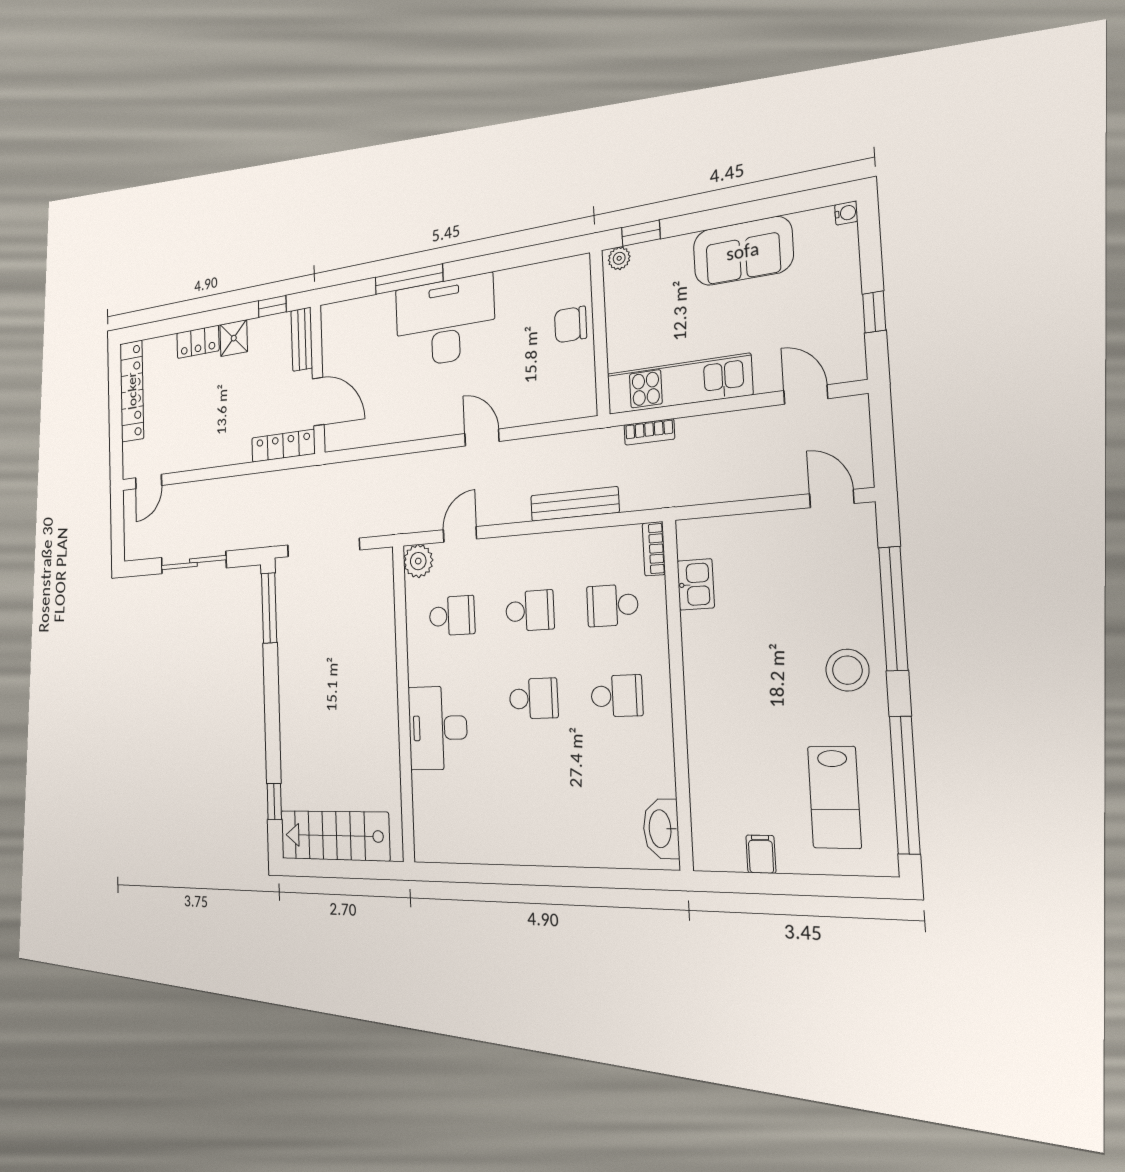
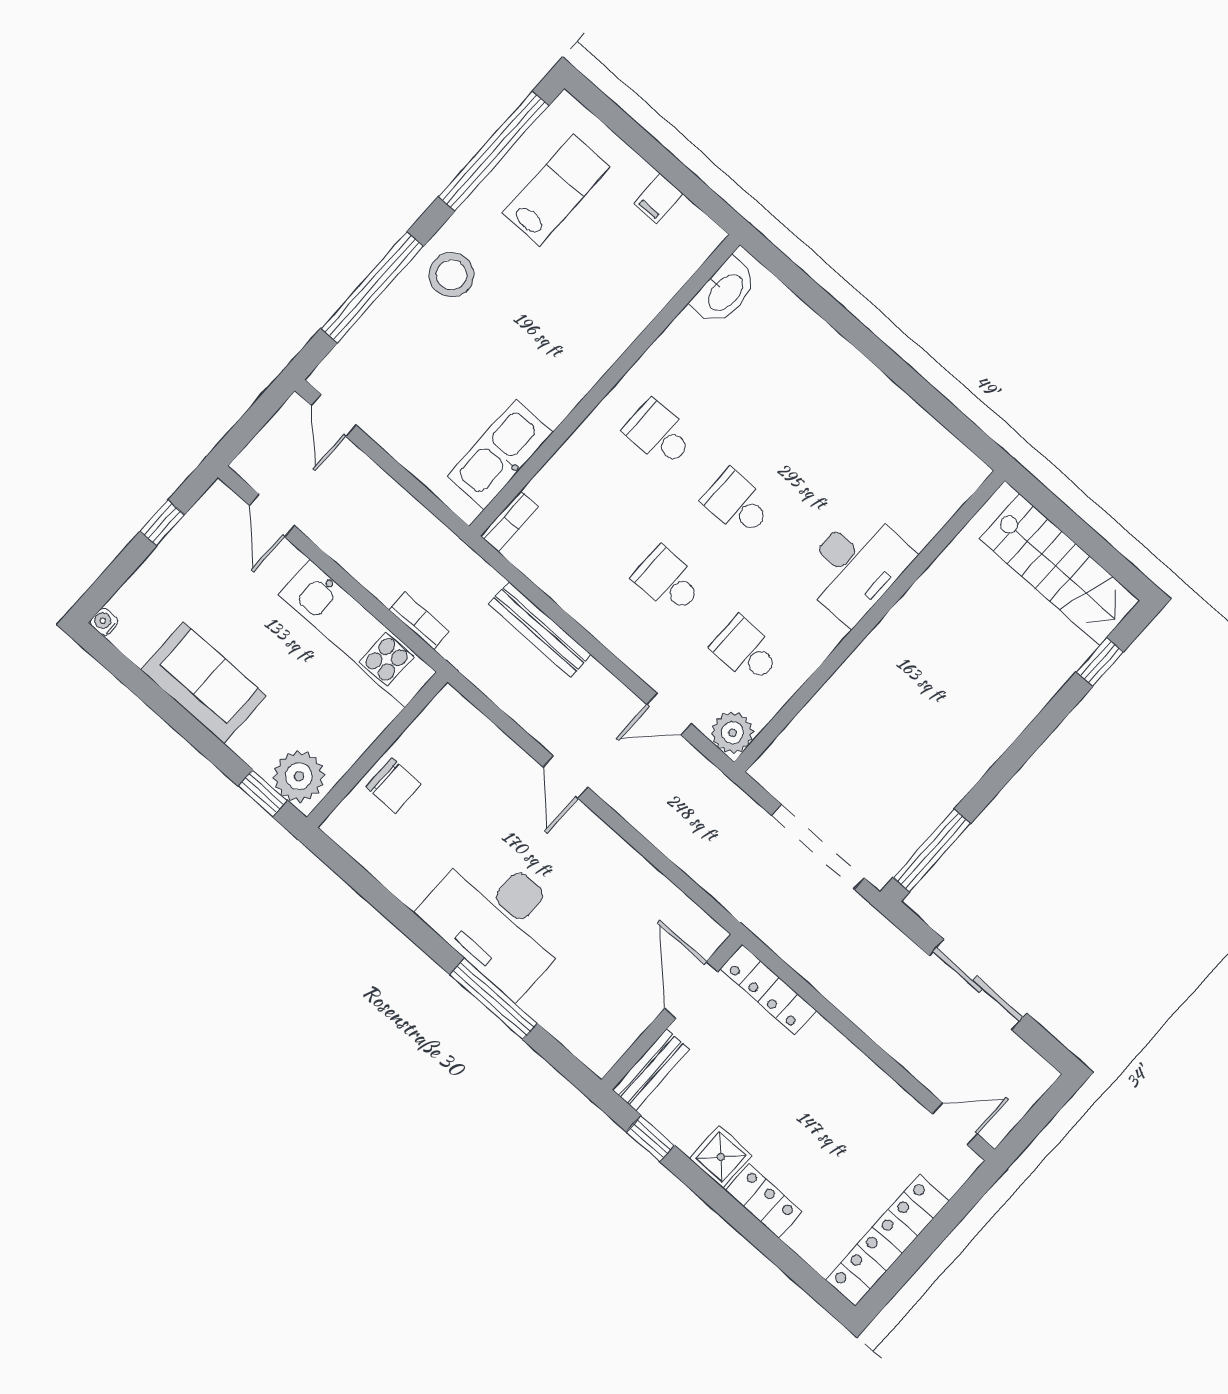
plant: (619, 258) -> (299, 776), width x1.88, depth x1.88
kitchen sink: (696, 584) -> (500, 454), width x1.88, depth x1.24
school desk: (612, 605) -> (590, 511), removed

